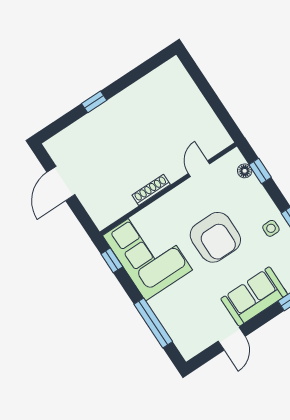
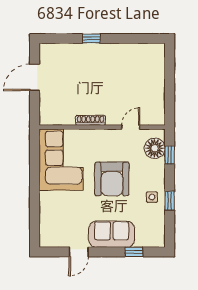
floor lamp: (245, 171) -> (155, 148), width x1.89, depth x1.89
window: (112, 260) -> (35, 149), removed
window: (153, 323) -> (35, 208), removed

